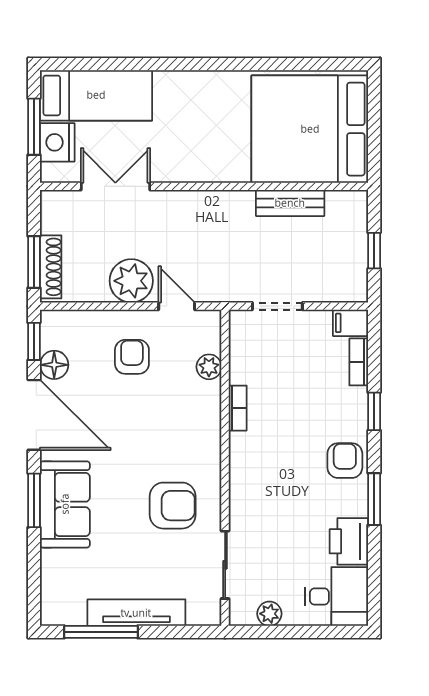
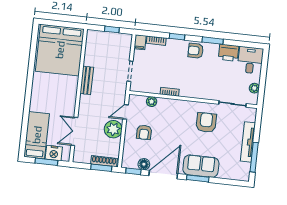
bench: (290, 203) -> (87, 80), moved
armchair: (132, 357) -> (144, 132), turned -90

